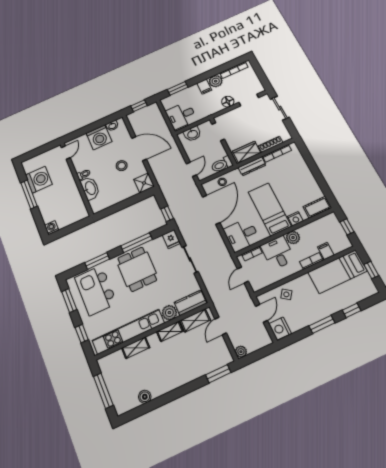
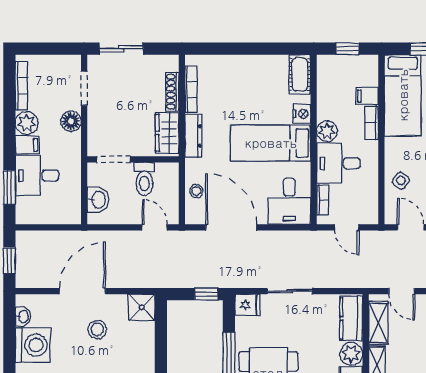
desk: (181, 115) -> (37, 175), moved, turned 90
toilet: (222, 165) -> (144, 179), moved

